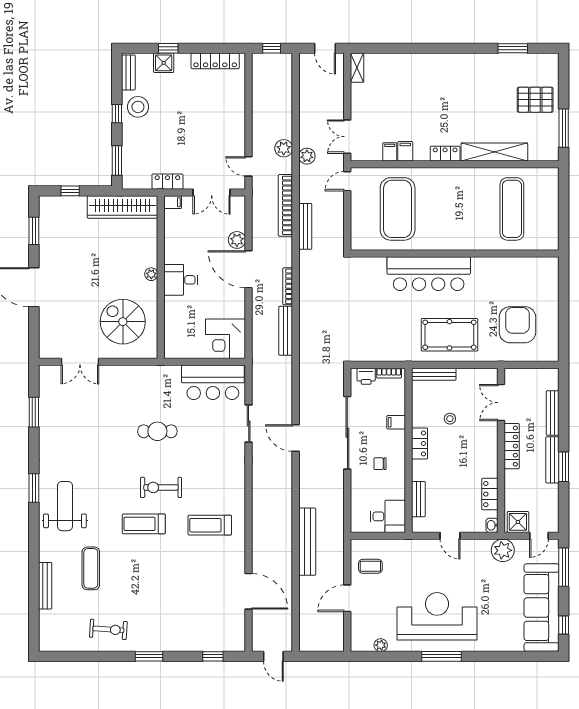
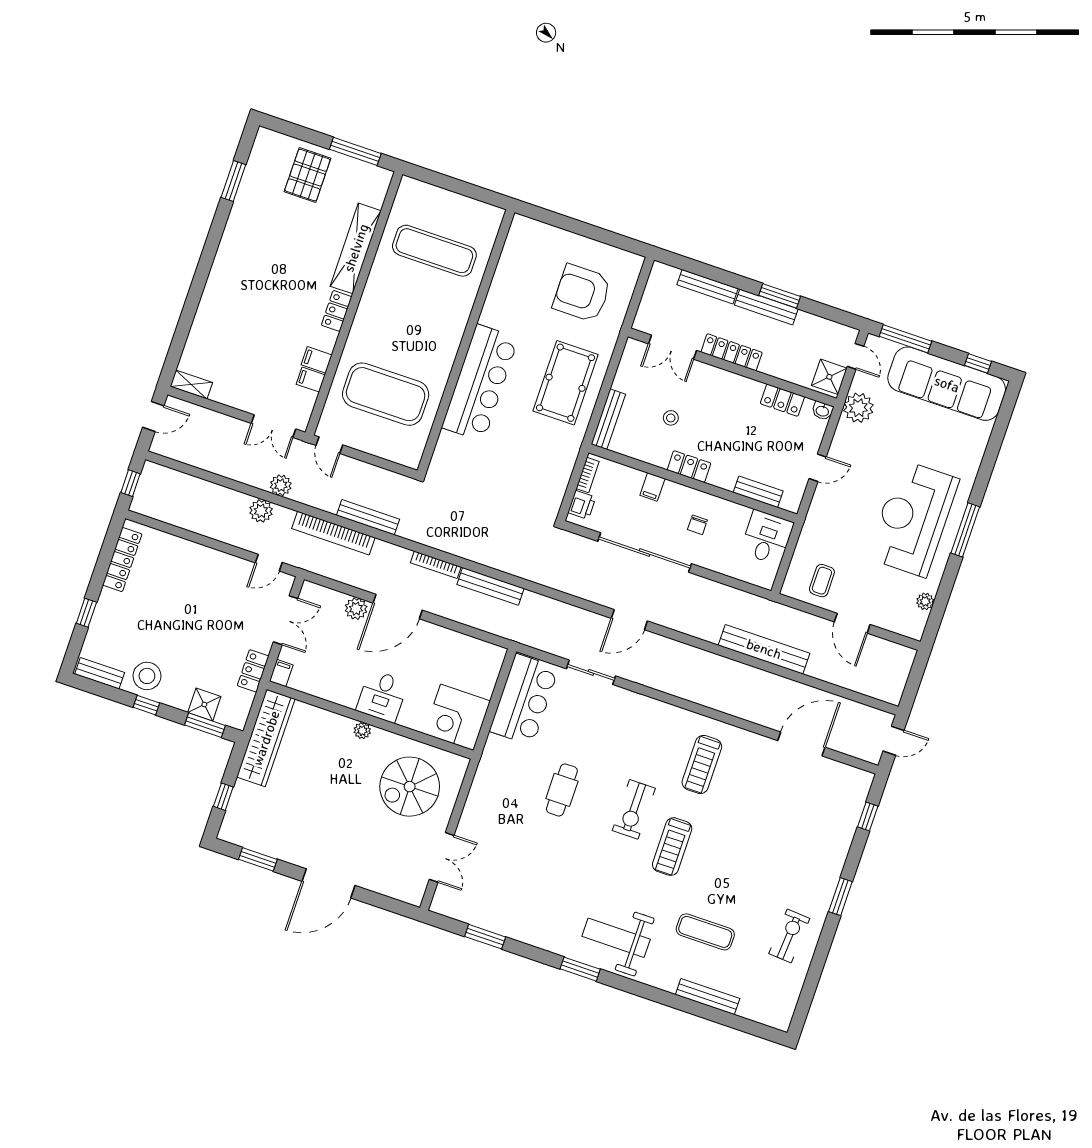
shower: (164, 63) -> (204, 704), moved
corner desk: (226, 339) -> (457, 717), moved, turned 90

